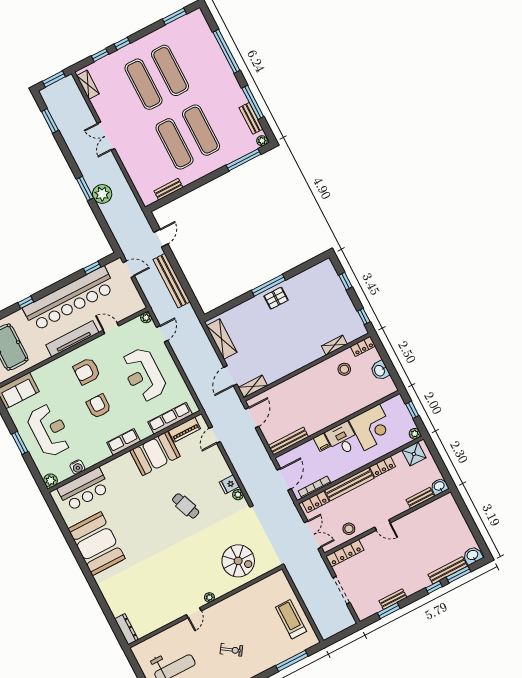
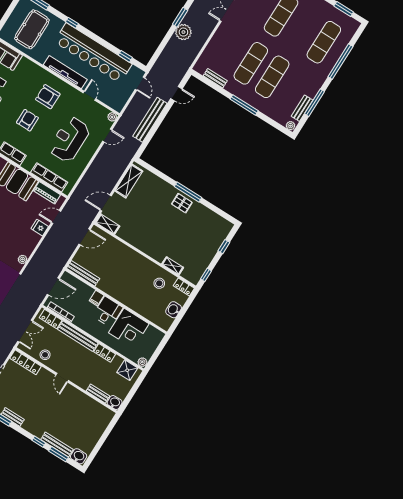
exercise mat: (170, 70) -> (324, 42), moved
window: (243, 160) -> (244, 105), moved
window: (412, 410) -> (159, 350), removed
fridge: (229, 484) -> (40, 228), moved

